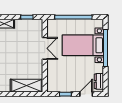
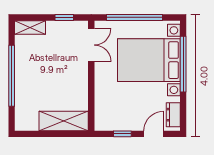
bed with nightstands: (83, 45) -> (149, 60), width x1.36
double door: (45, 48) -> (91, 45), moved

